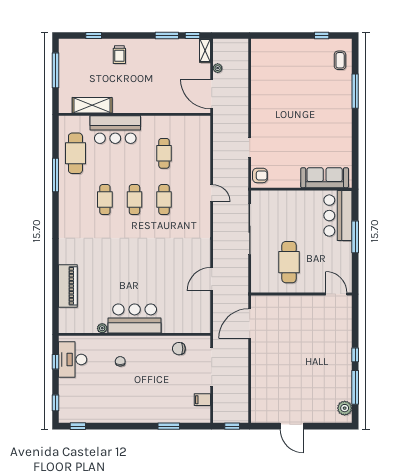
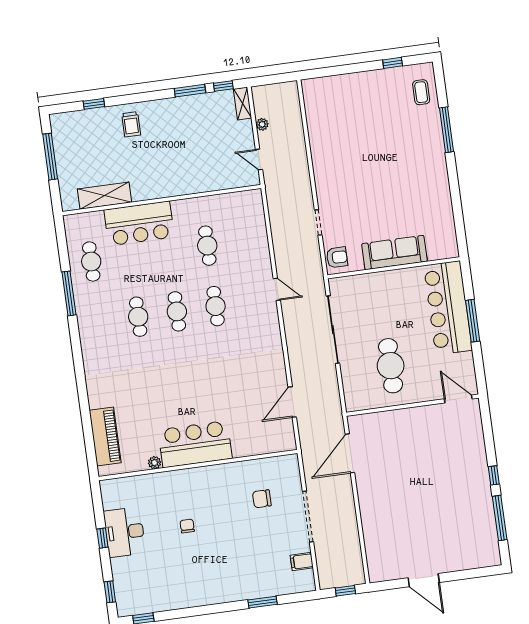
door: (212, 94) -> (259, 159), width x0.53
cafe table: (75, 153) -> (91, 261), width x0.73, depth x0.74
sofa: (325, 178) -> (394, 253), moved
bar counter: (338, 216) -> (448, 308), width x1.36
bar counter: (135, 319) -> (195, 444), moved
plant: (102, 328) -> (155, 463), moved
wall: (134, 334) -> (198, 465), moved
plant: (345, 408) -> (490, 547), removed

